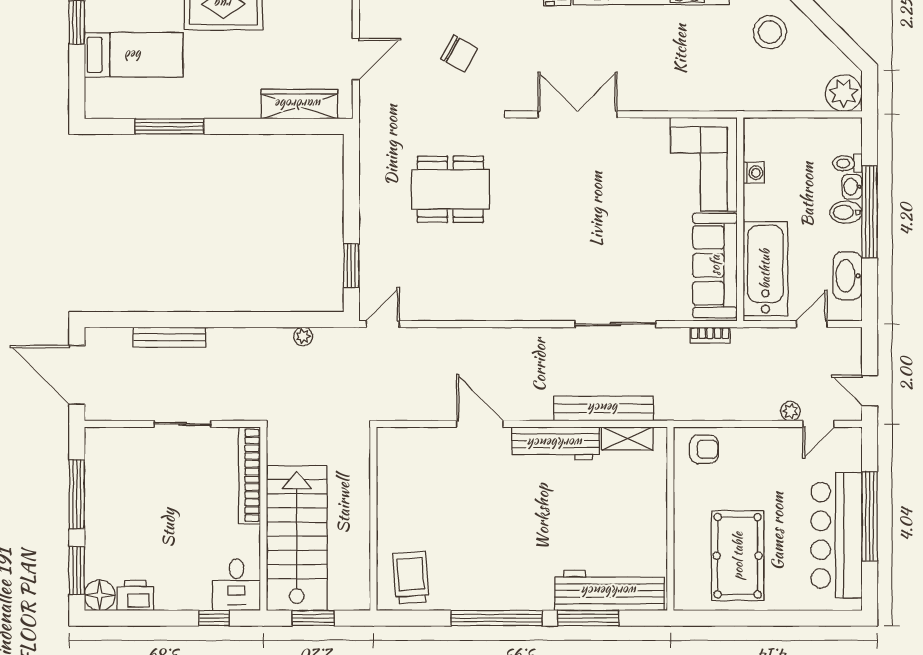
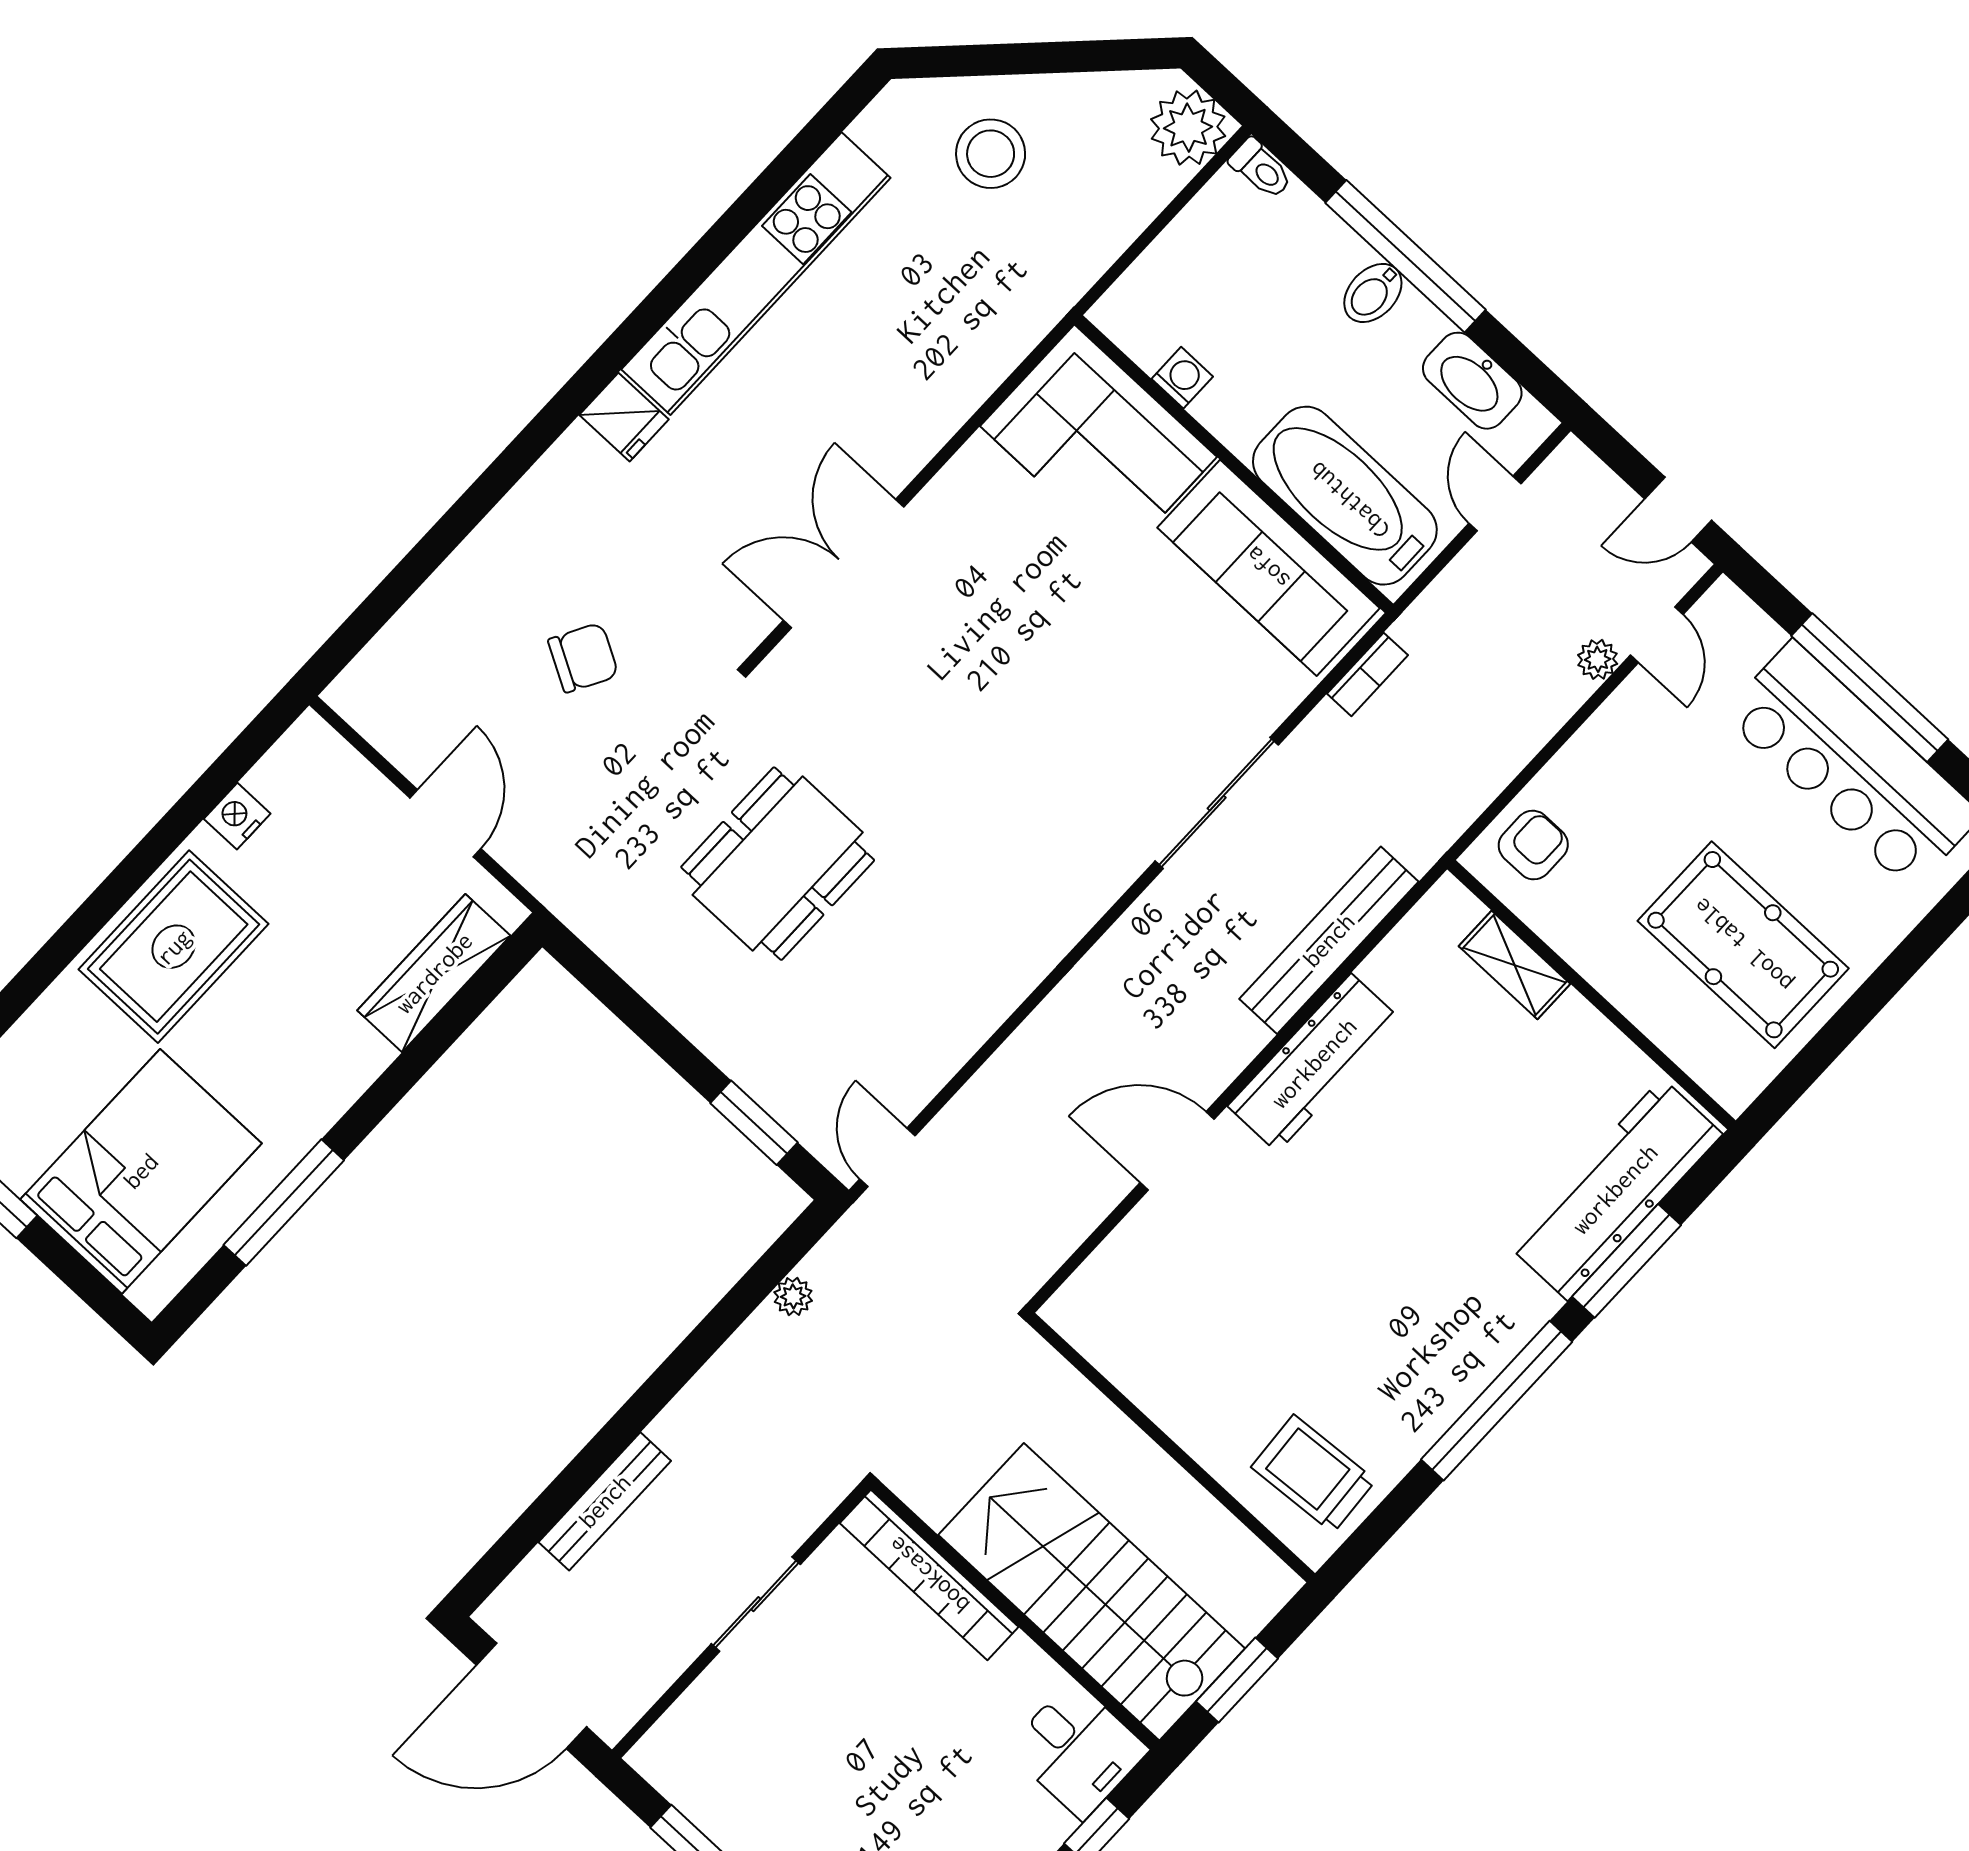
bed: (134, 55) -> (141, 1171), width x1.50
toilet: (847, 163) -> (1261, 169), moved, turned -90
washbasin: (852, 187) -> (1343, 248), removed
shelving: (627, 439) -> (1515, 965), moved, turned 90

